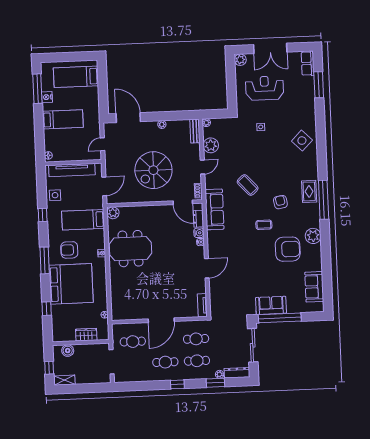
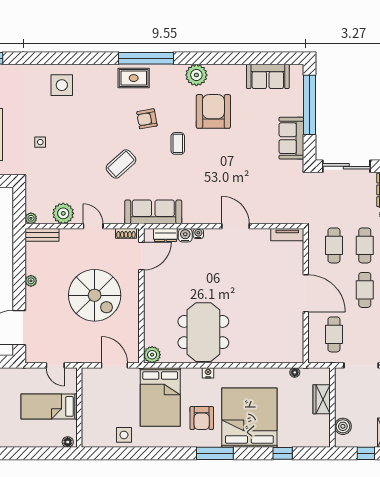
bed: (63, 119) -> (49, 406), moved, turned -90
side table: (302, 141) -> (62, 85), turned 45
tv unit: (72, 170) -> (90, 410), removed
window: (43, 215) -> (151, 453), removed
bed: (83, 220) -> (160, 397), width x1.50
window: (280, 318) -> (309, 105), moved

